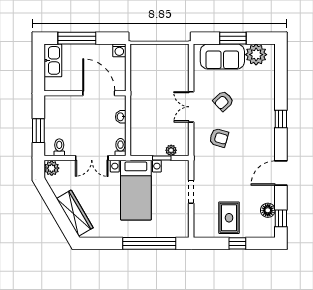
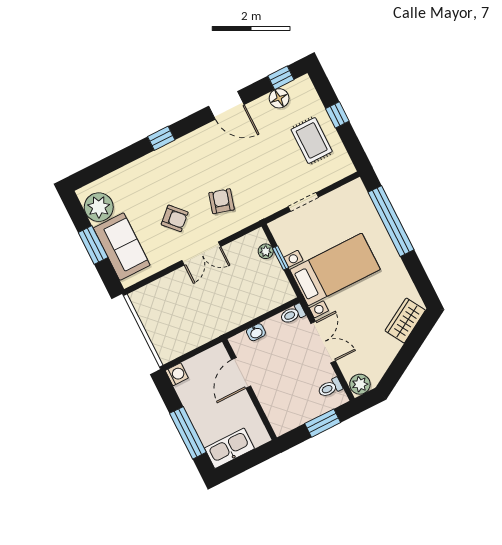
door: (99, 93) -> (241, 373), width x0.73
wardrobe: (75, 213) -> (405, 321), width x0.67
rug: (229, 218) -> (312, 140), turned 90

